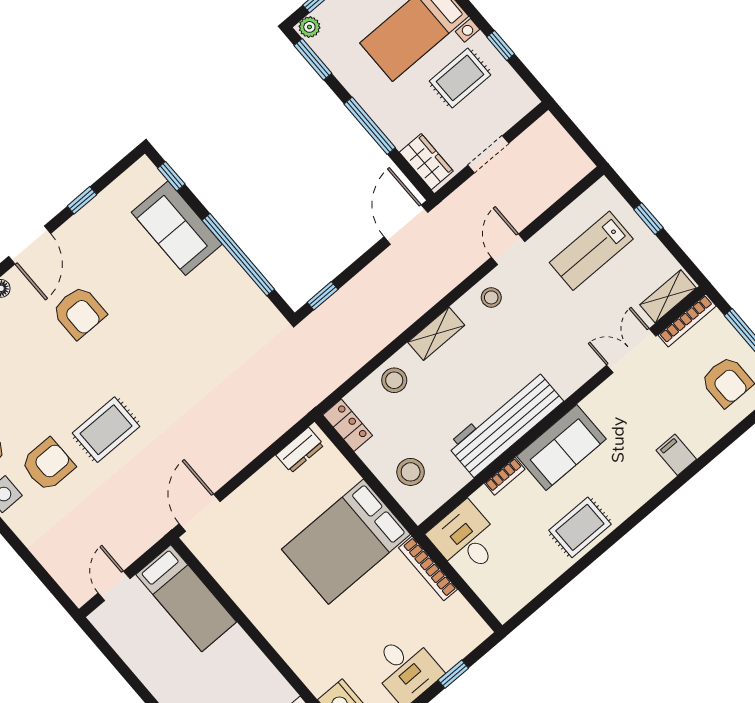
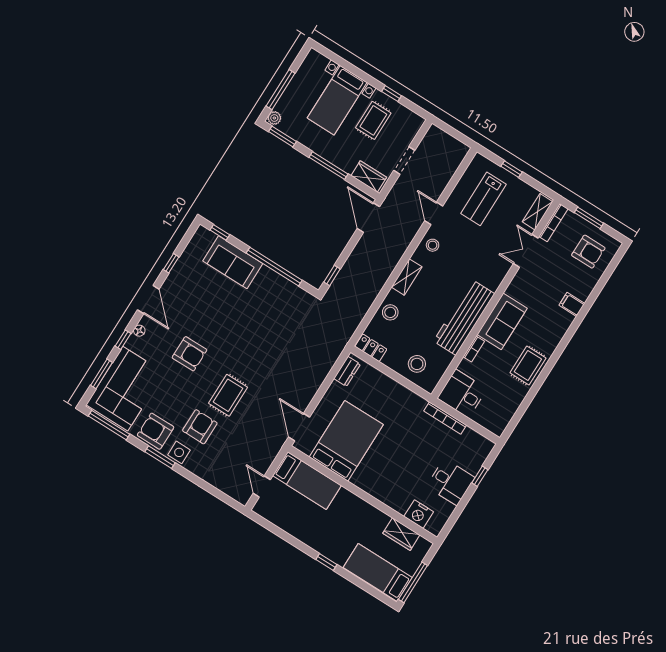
armchair: (79, 312) -> (189, 354), moved
bed: (346, 542) -> (346, 441), moved, turned 180

